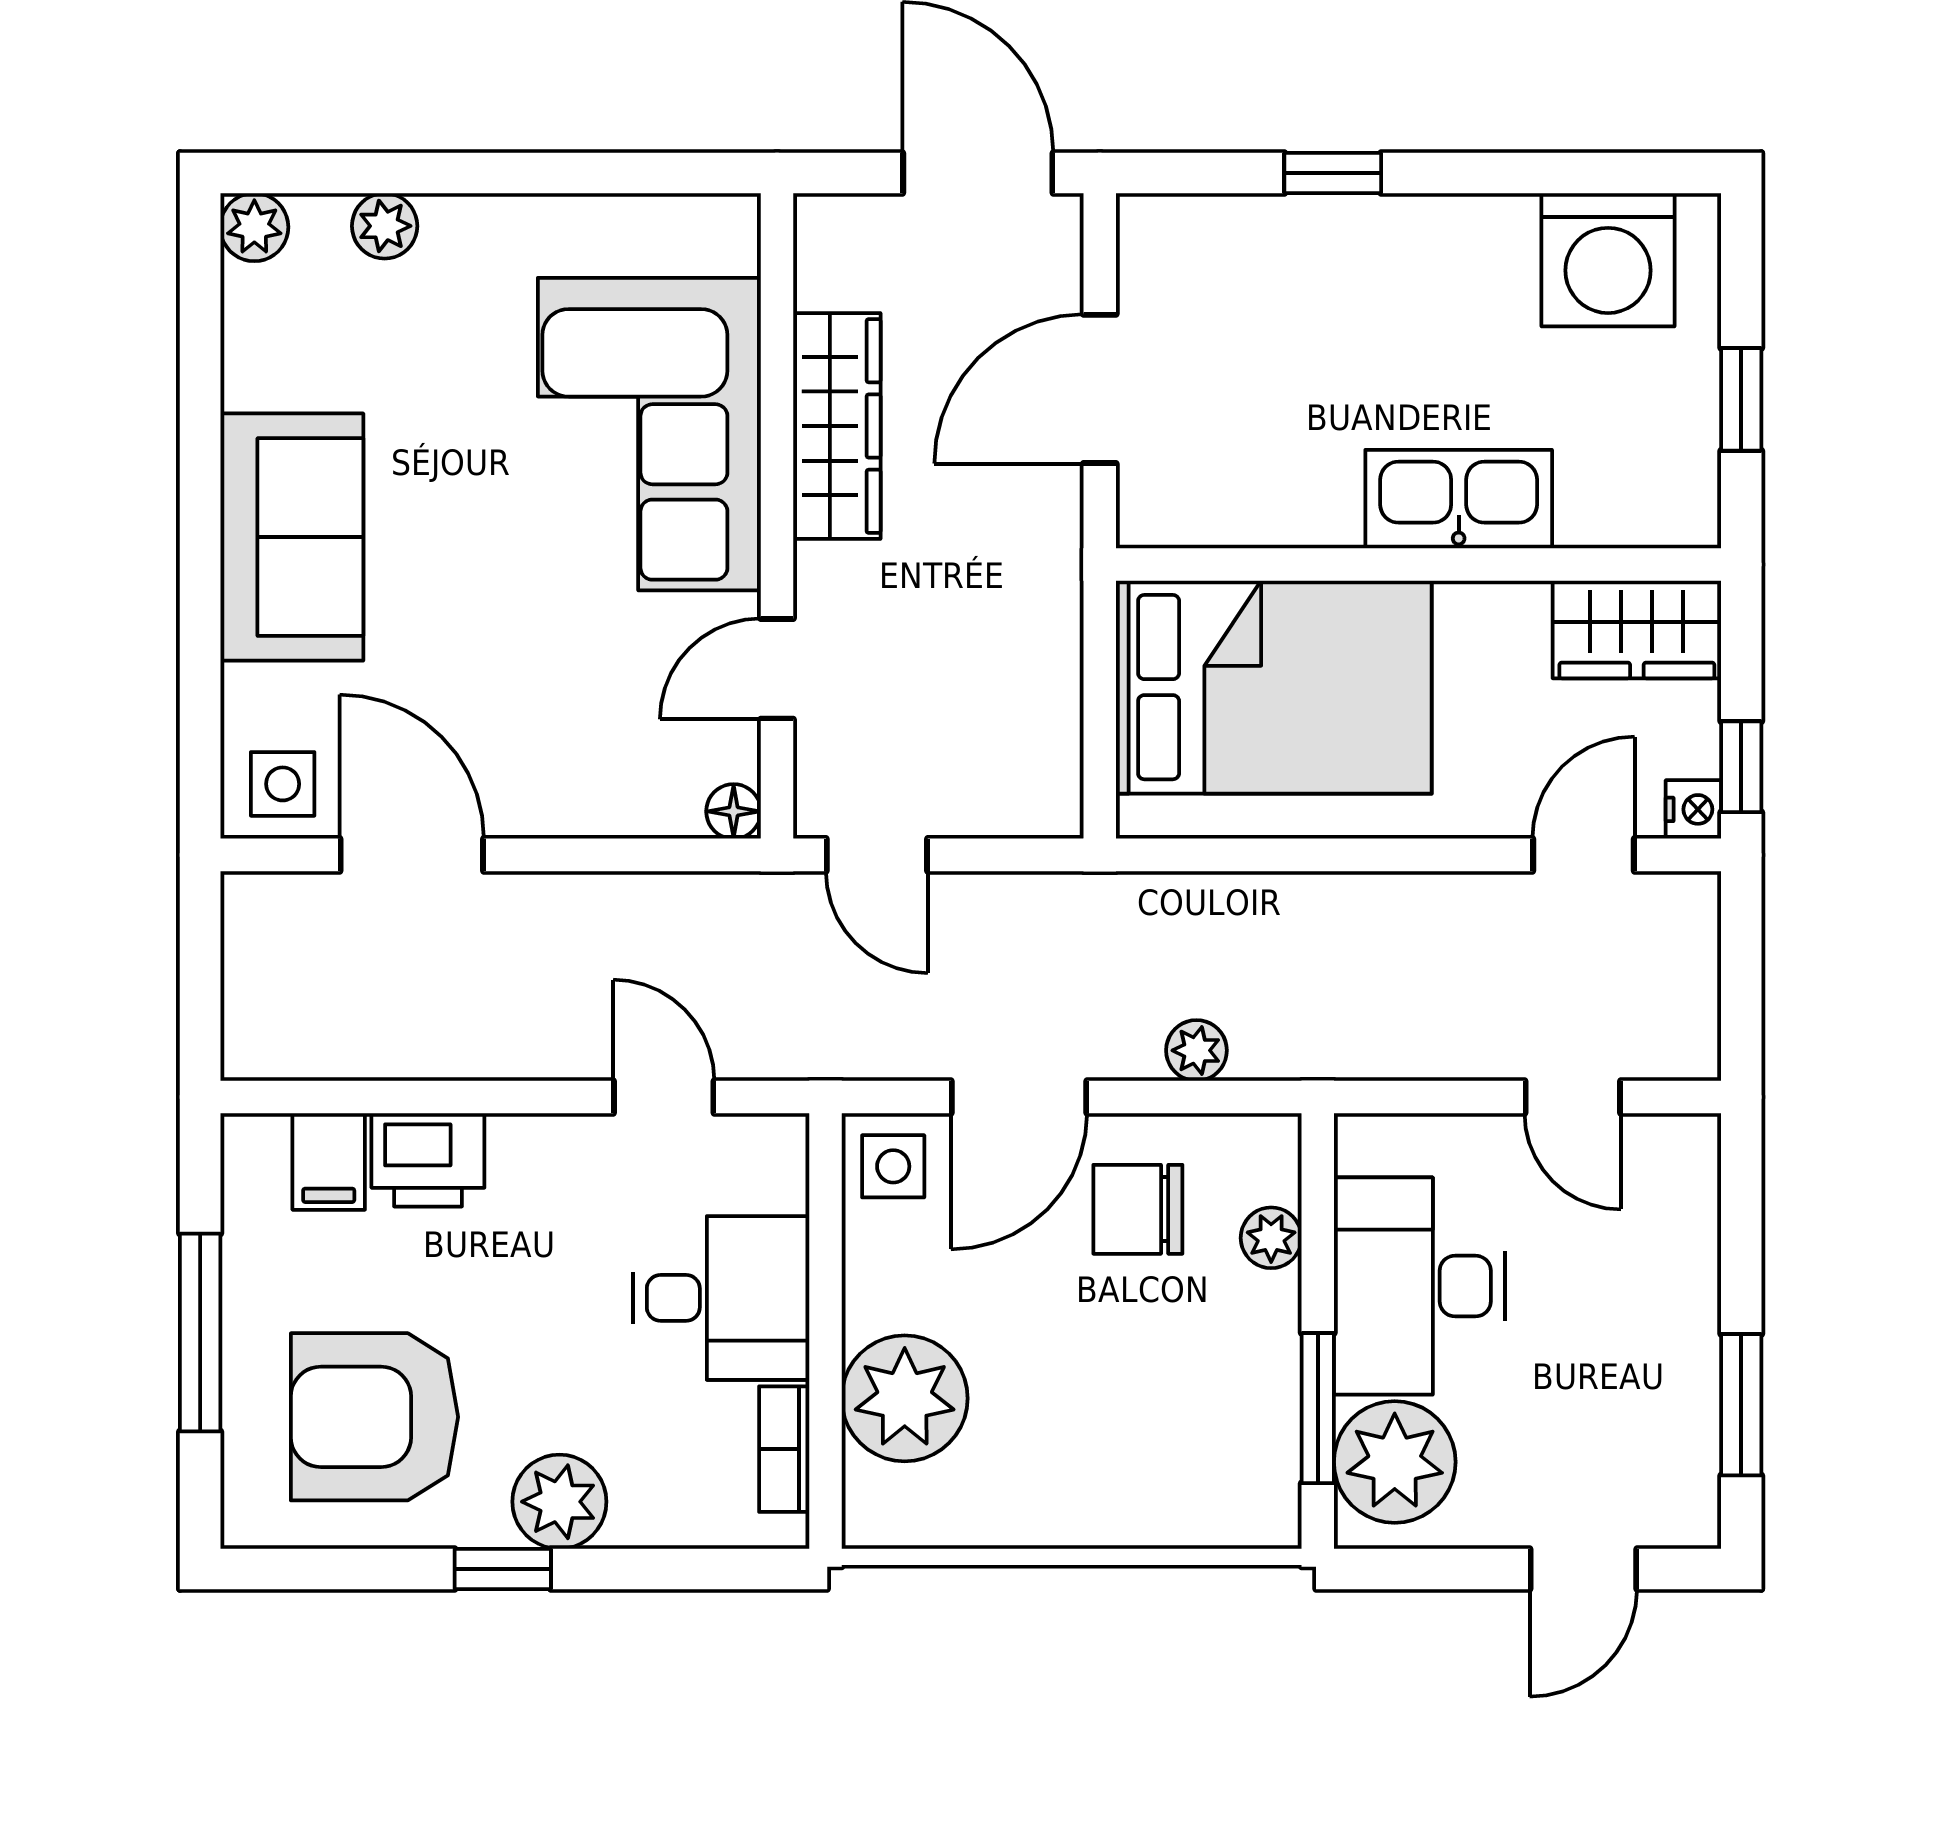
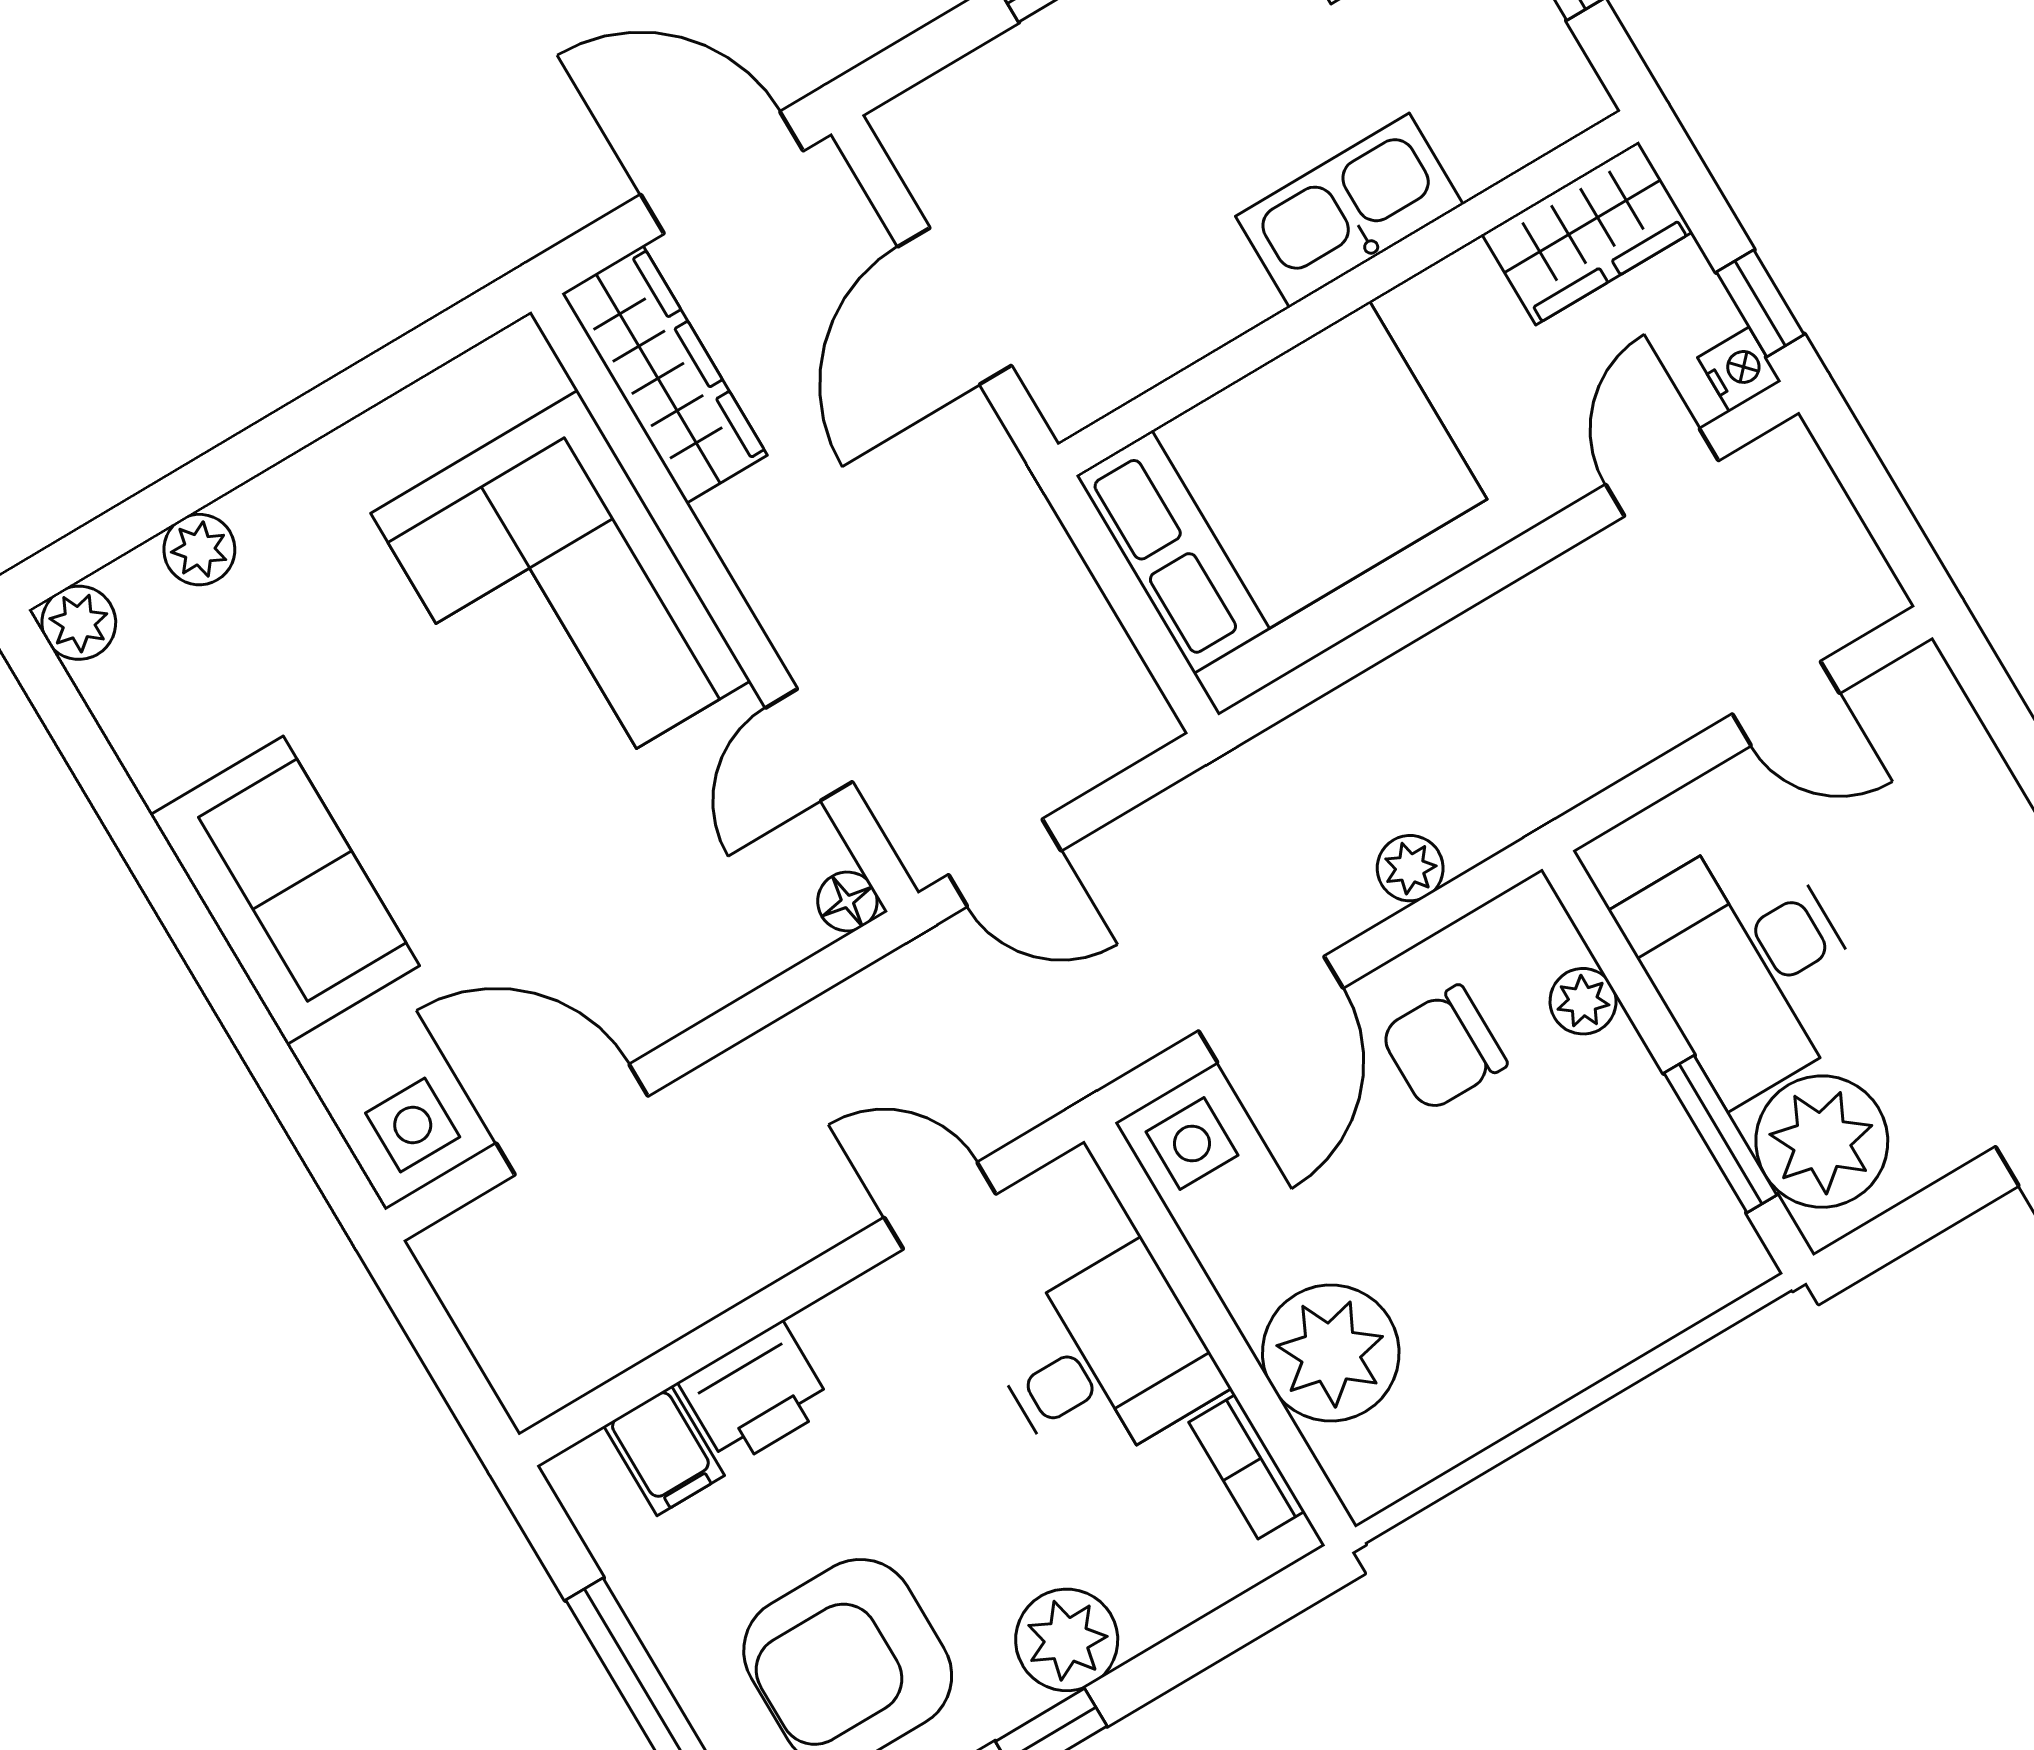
wardrobe: (837, 426) -> (664, 374), moved

